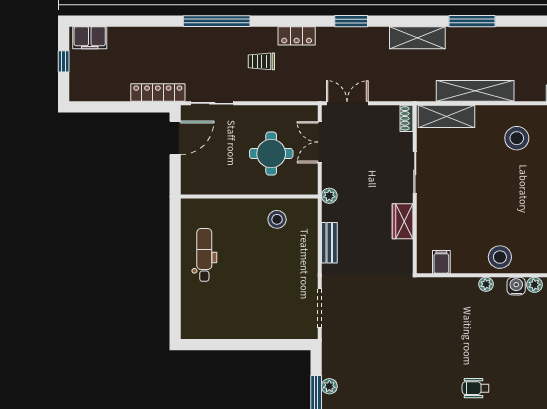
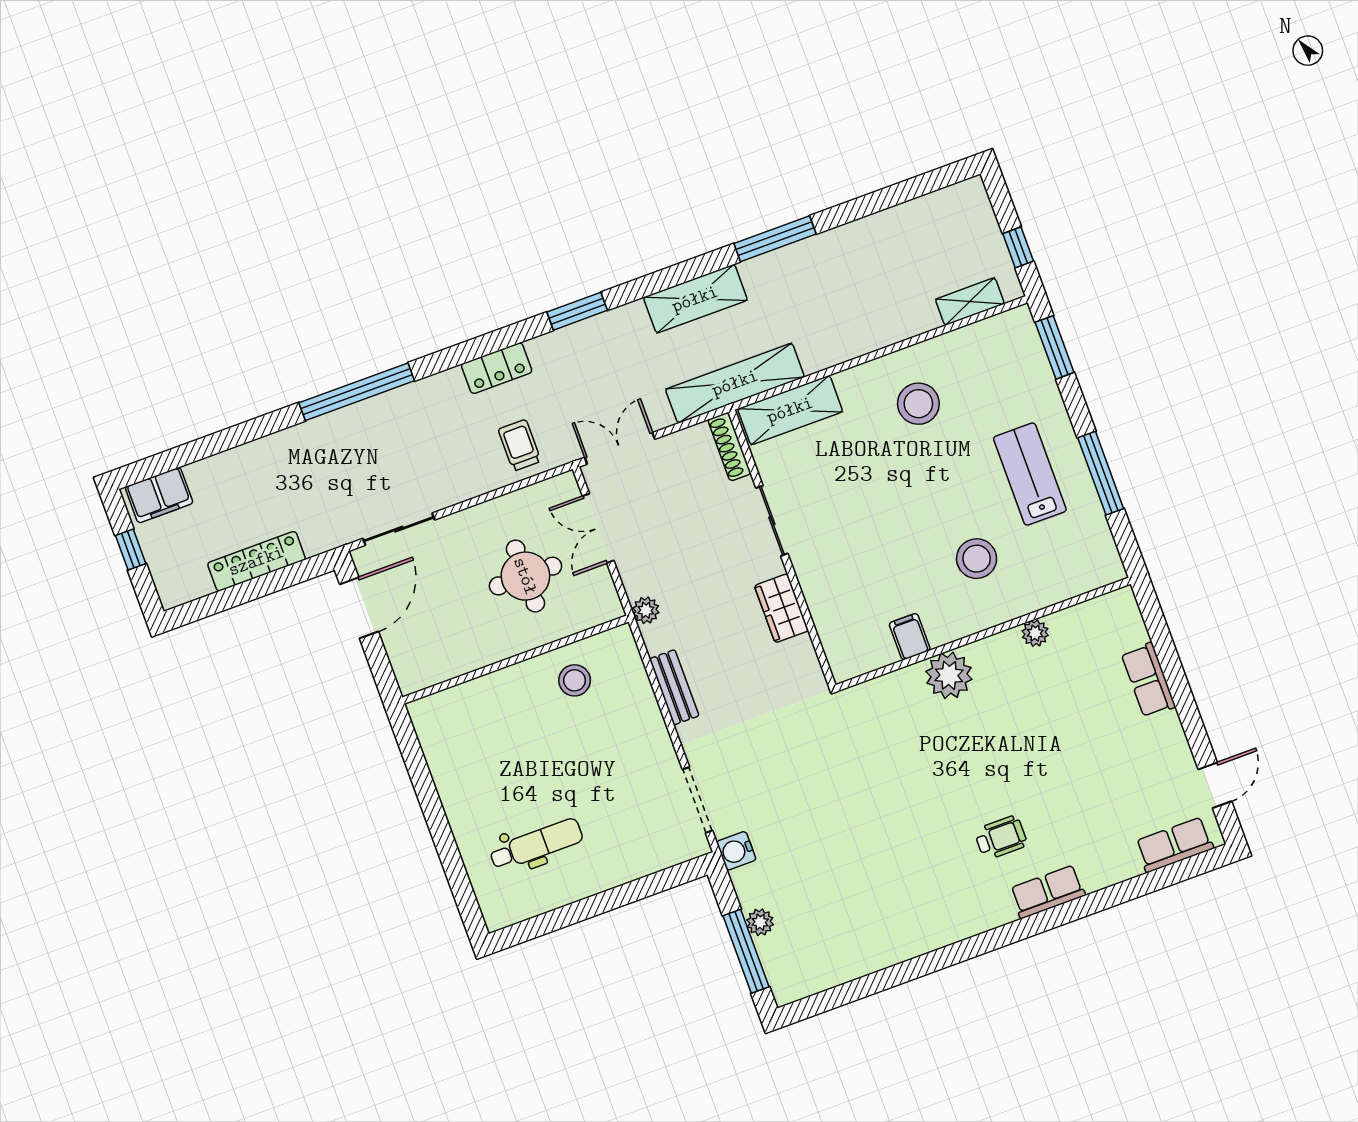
trolley: (261, 61) -> (520, 445), moved, turned 90
shelving: (475, 91) -> (735, 383), moved
locker: (158, 93) -> (256, 561), moved
shoe rack: (406, 118) -> (729, 447), width x1.43
dental chair: (204, 255) -> (536, 845), moved, turned 90
stool: (500, 257) -> (977, 559), moved
filing cabinet: (441, 262) -> (910, 637), moved
plant: (486, 284) -> (949, 675), width x1.88, depth x1.88
water cooler: (516, 286) -> (736, 851), moved, turned -90
wheelchair: (476, 388) -> (1001, 838), turned 180

